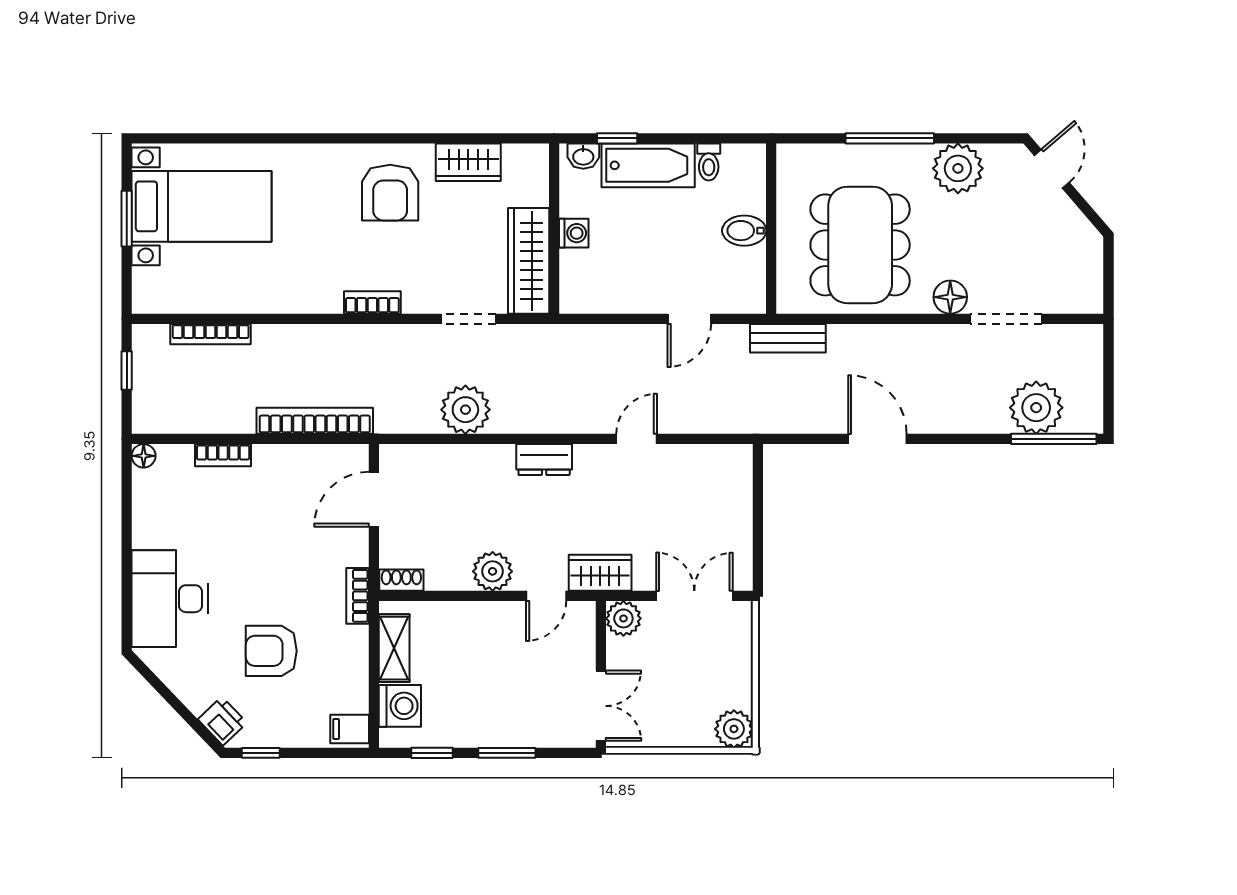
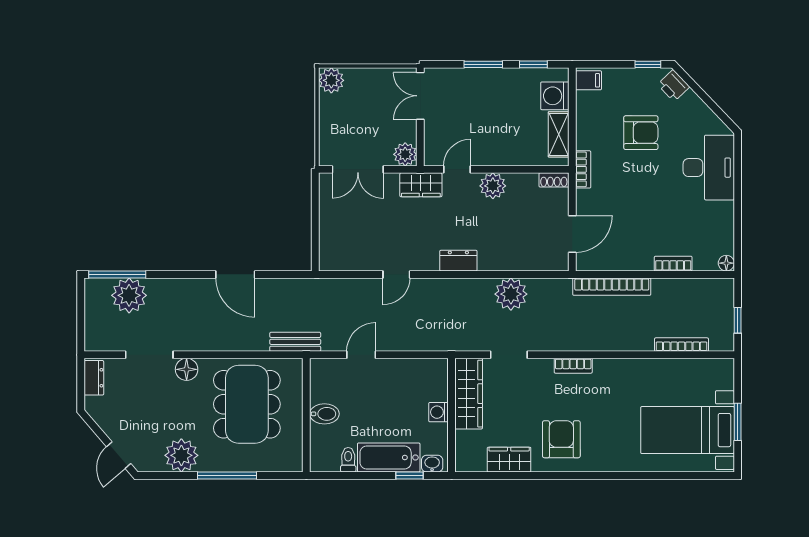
dresser: (1089, 284) -> (94, 378), added

